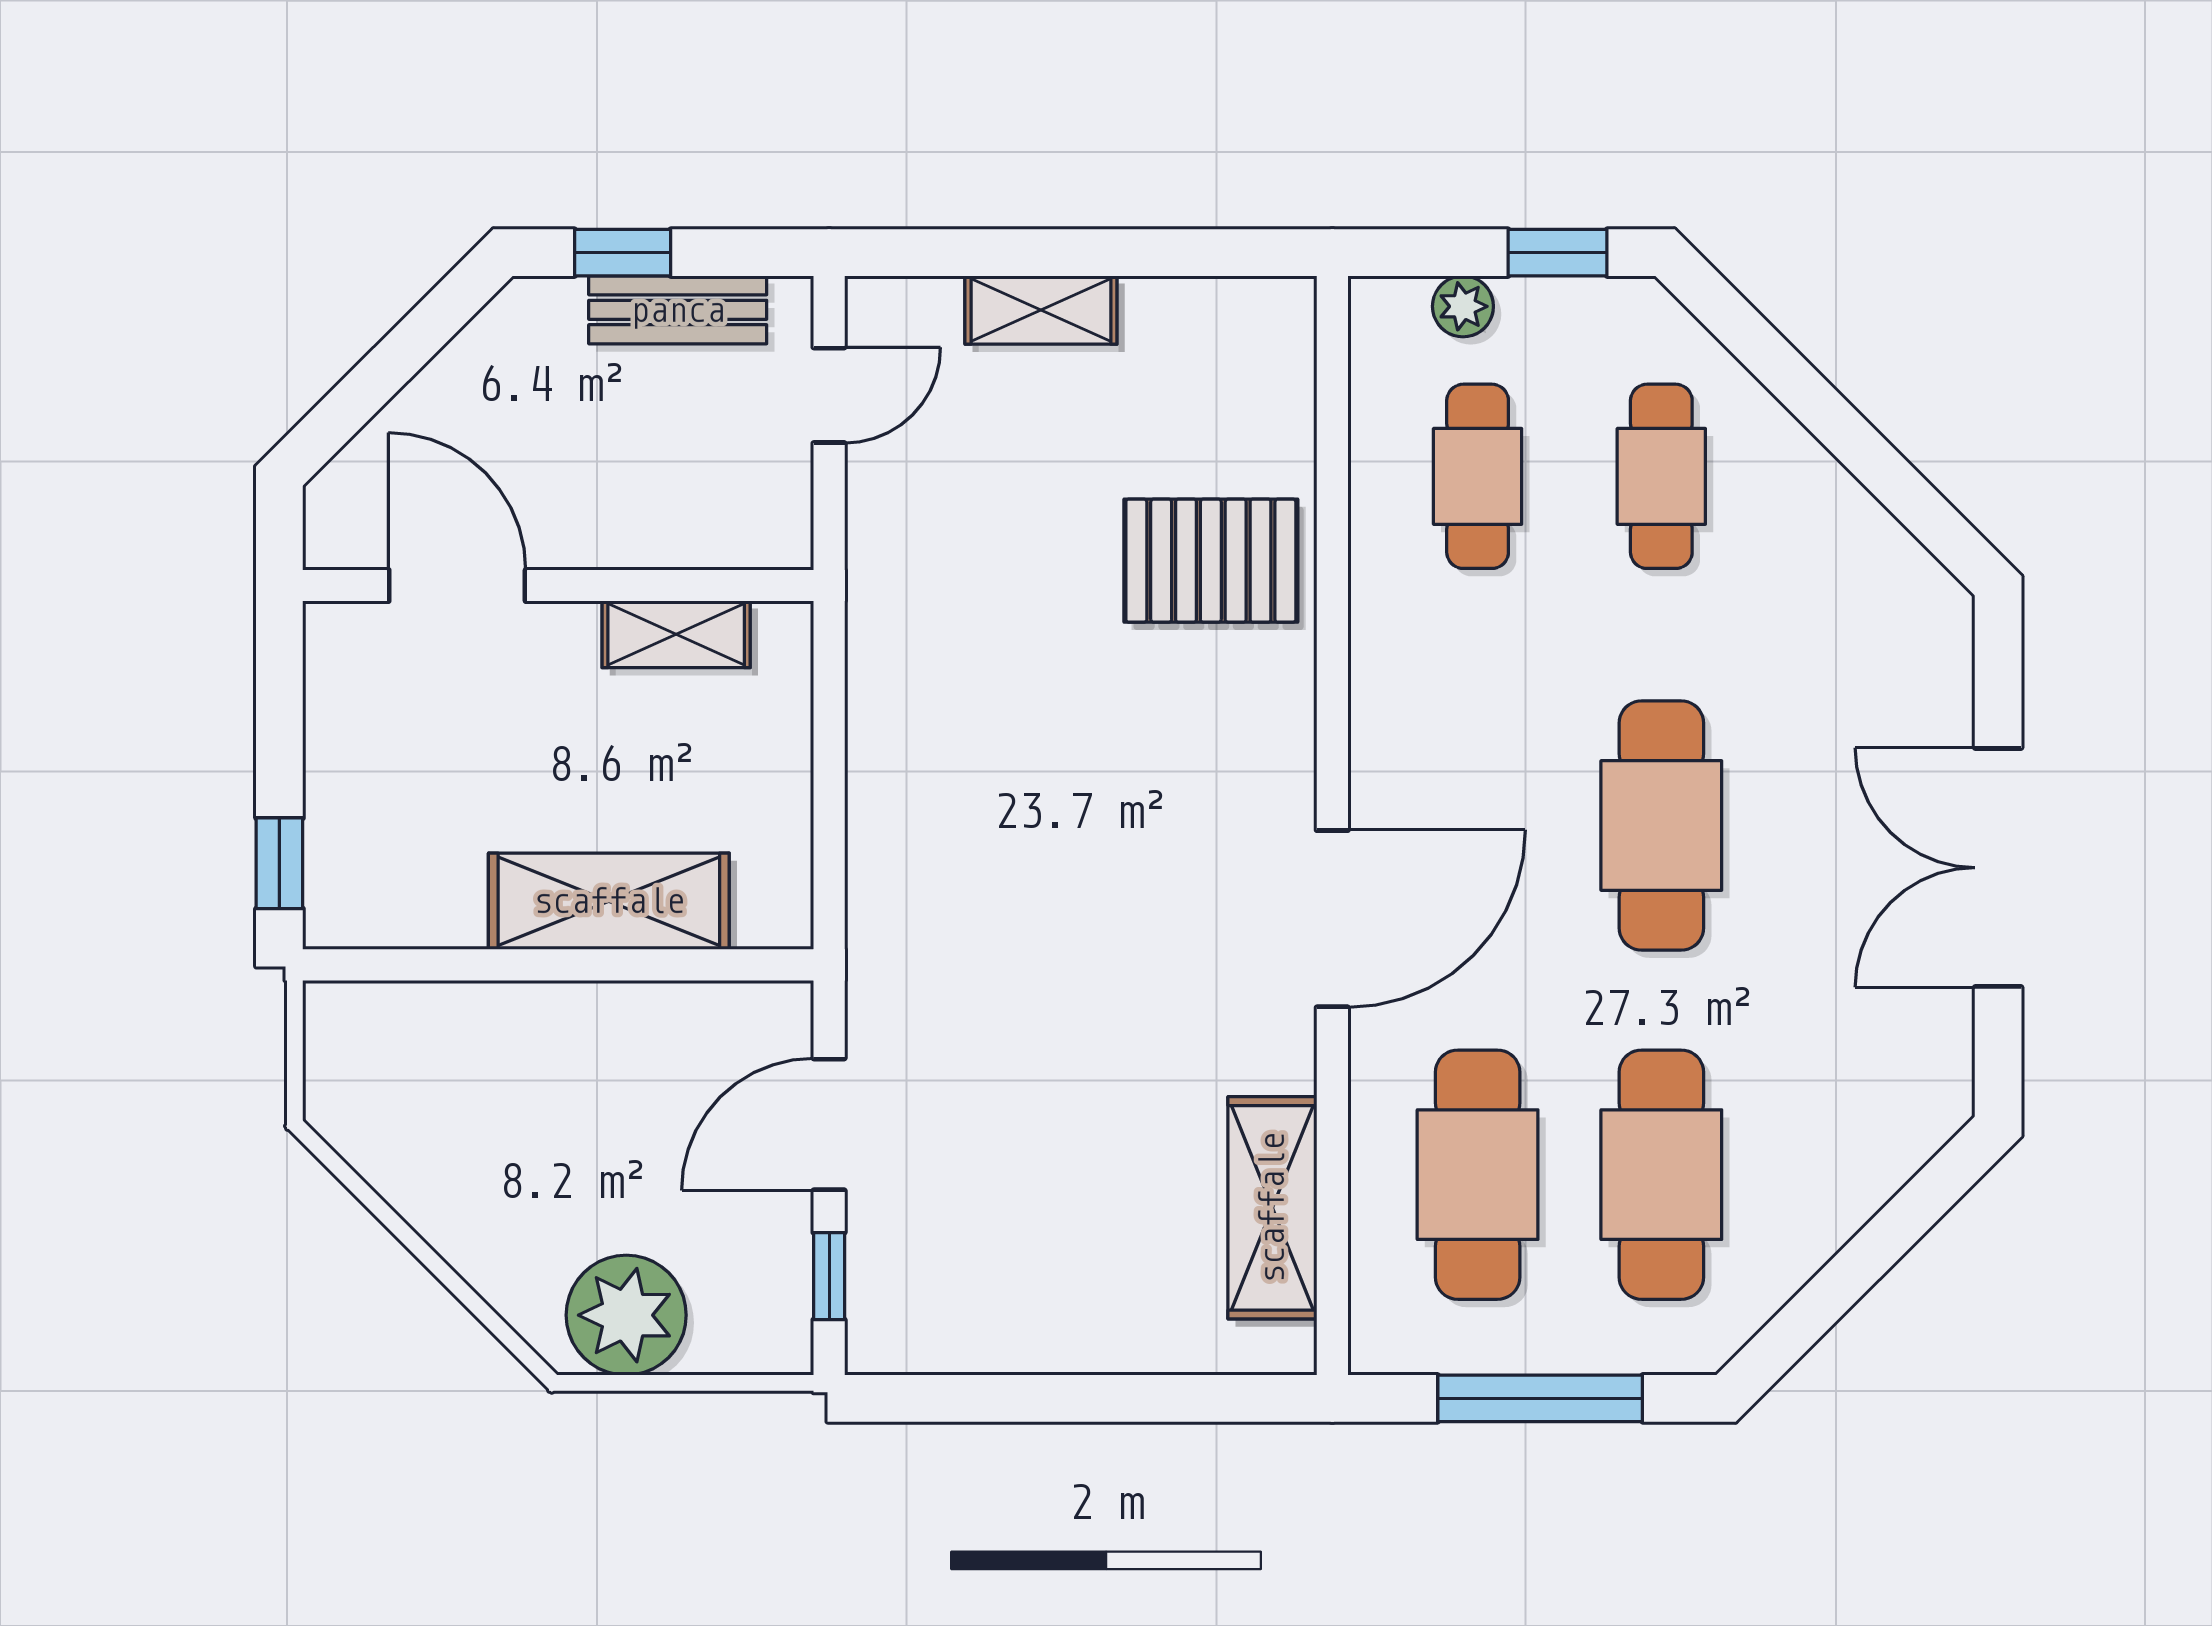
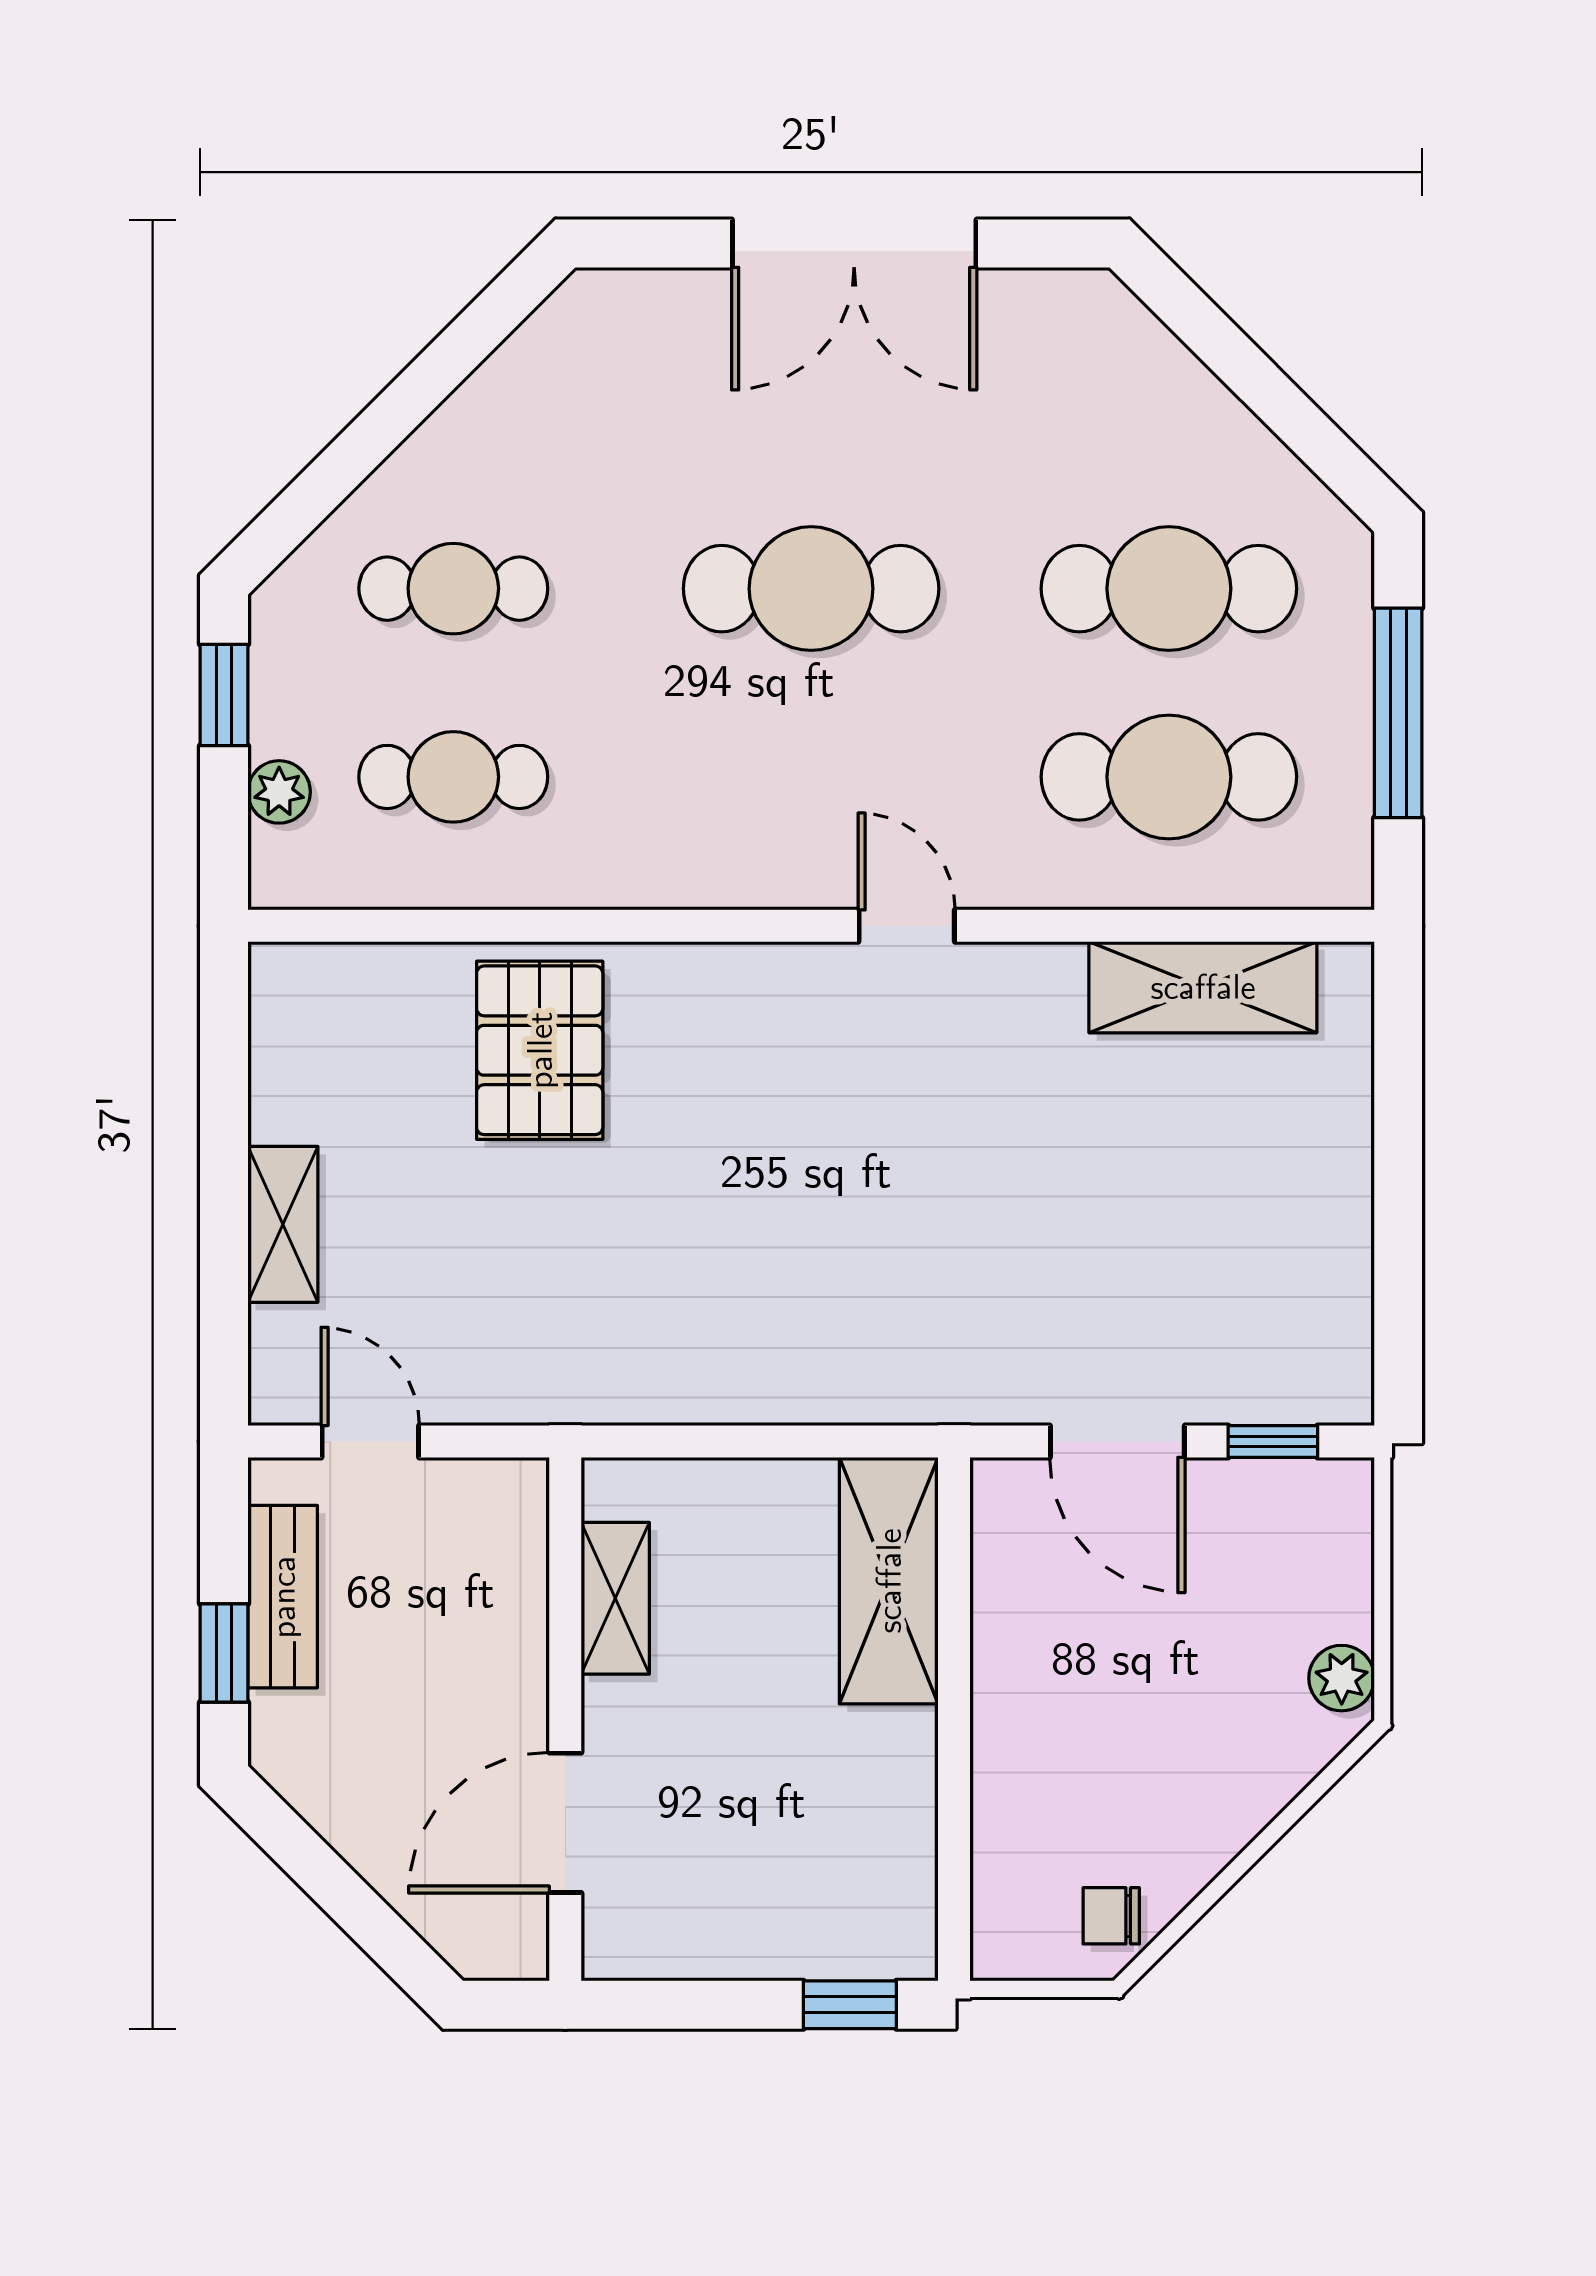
shelving: (609, 901) -> (889, 1581), moved
door: (1332, 919) -> (907, 926), width x0.53
chair: (366, 1118) -> (1111, 1916), added
plant: (626, 1315) -> (1342, 1678), width x0.53, depth x0.53

